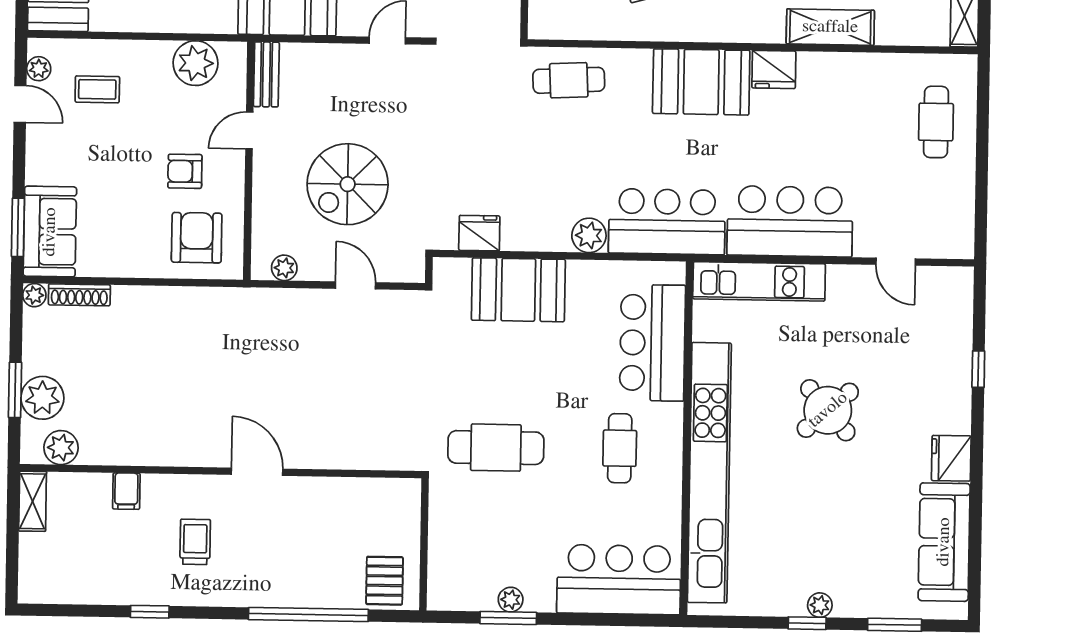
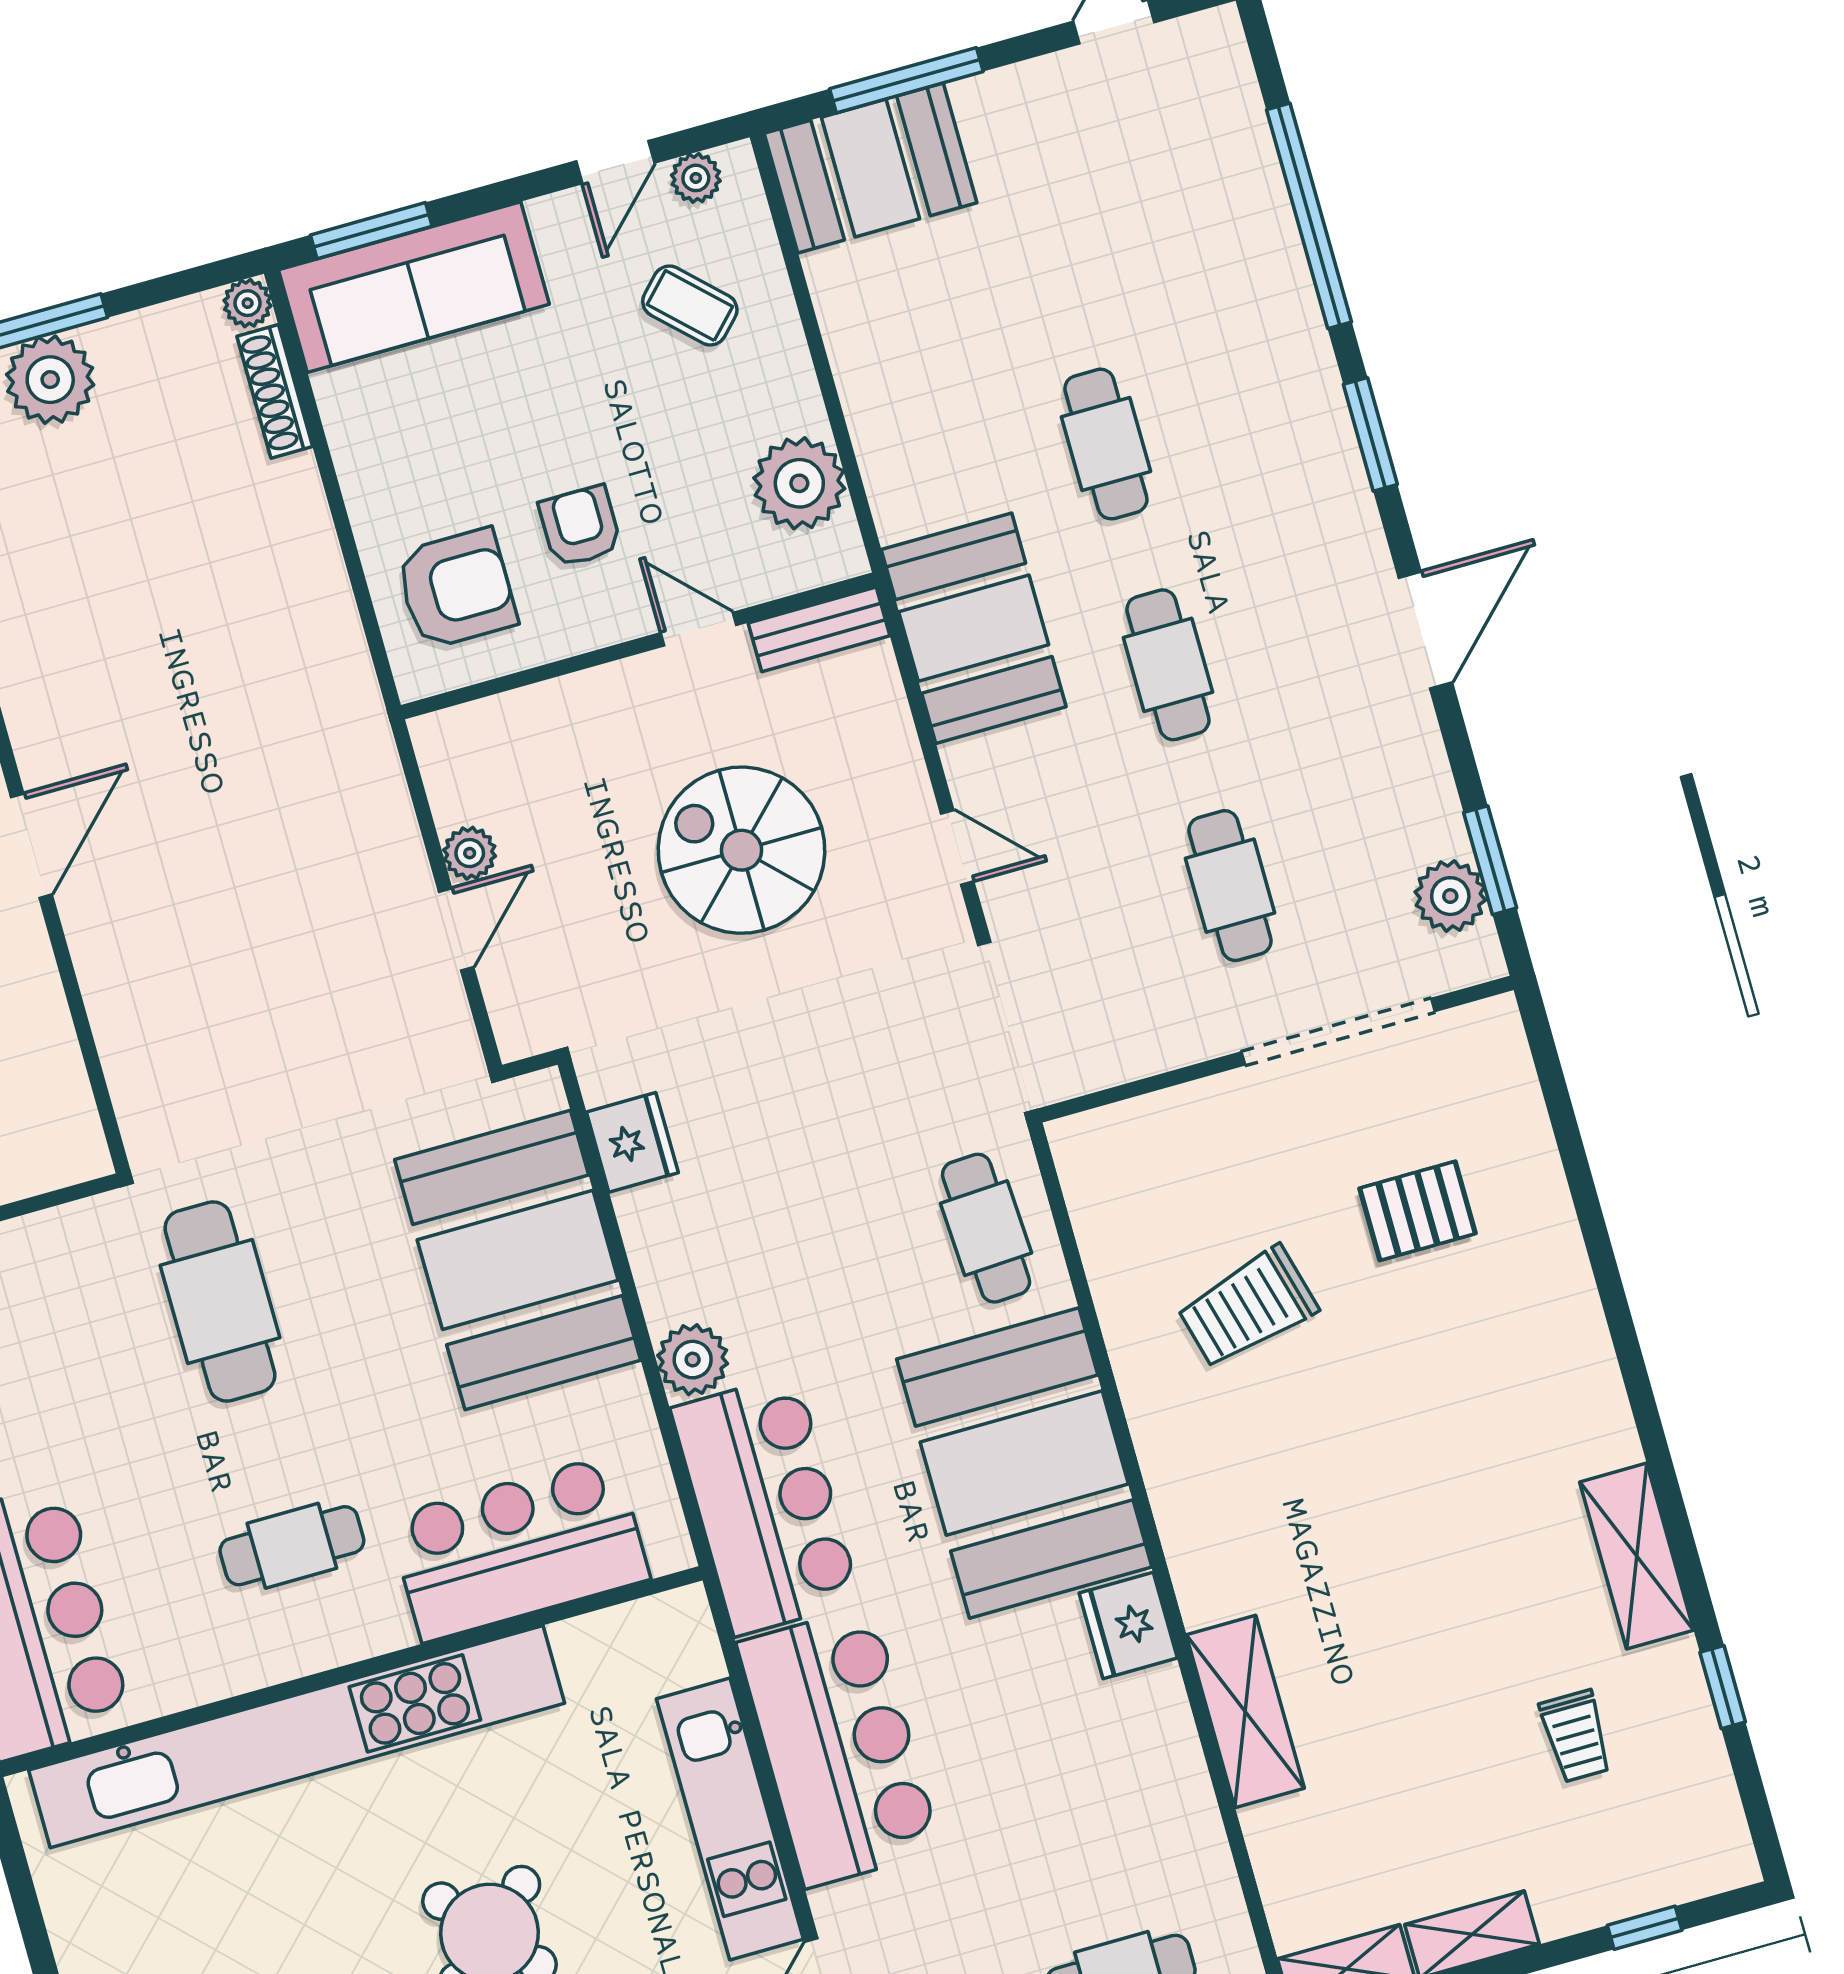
booth: (701, 82) -> (1024, 1463), width x1.36, depth x1.42
coffee table: (97, 89) -> (690, 305), turned -46
spiral stairs: (348, 184) -> (742, 850), moved
sofa: (50, 232) -> (414, 287), width x1.36
plant: (284, 268) -> (470, 853), moved
kitchen unit: (759, 281) -> (730, 1819), moved
booth: (518, 290) -> (518, 1260), width x1.36, depth x1.42

